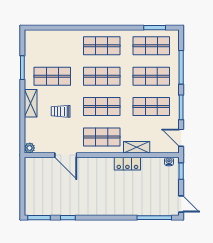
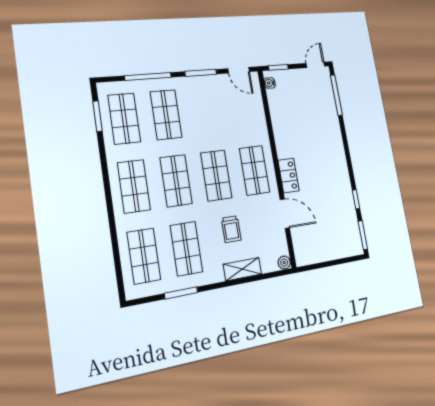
shelving: (31, 103) -> (242, 269), moved
shop shelf: (151, 107) -> (144, 256), moved
door: (181, 138) -> (239, 70), hinge flipped
shelving: (137, 147) -> (260, 124), removed
door: (66, 155) -> (285, 214), hinge flipped
locker: (127, 164) -> (288, 176), moved

